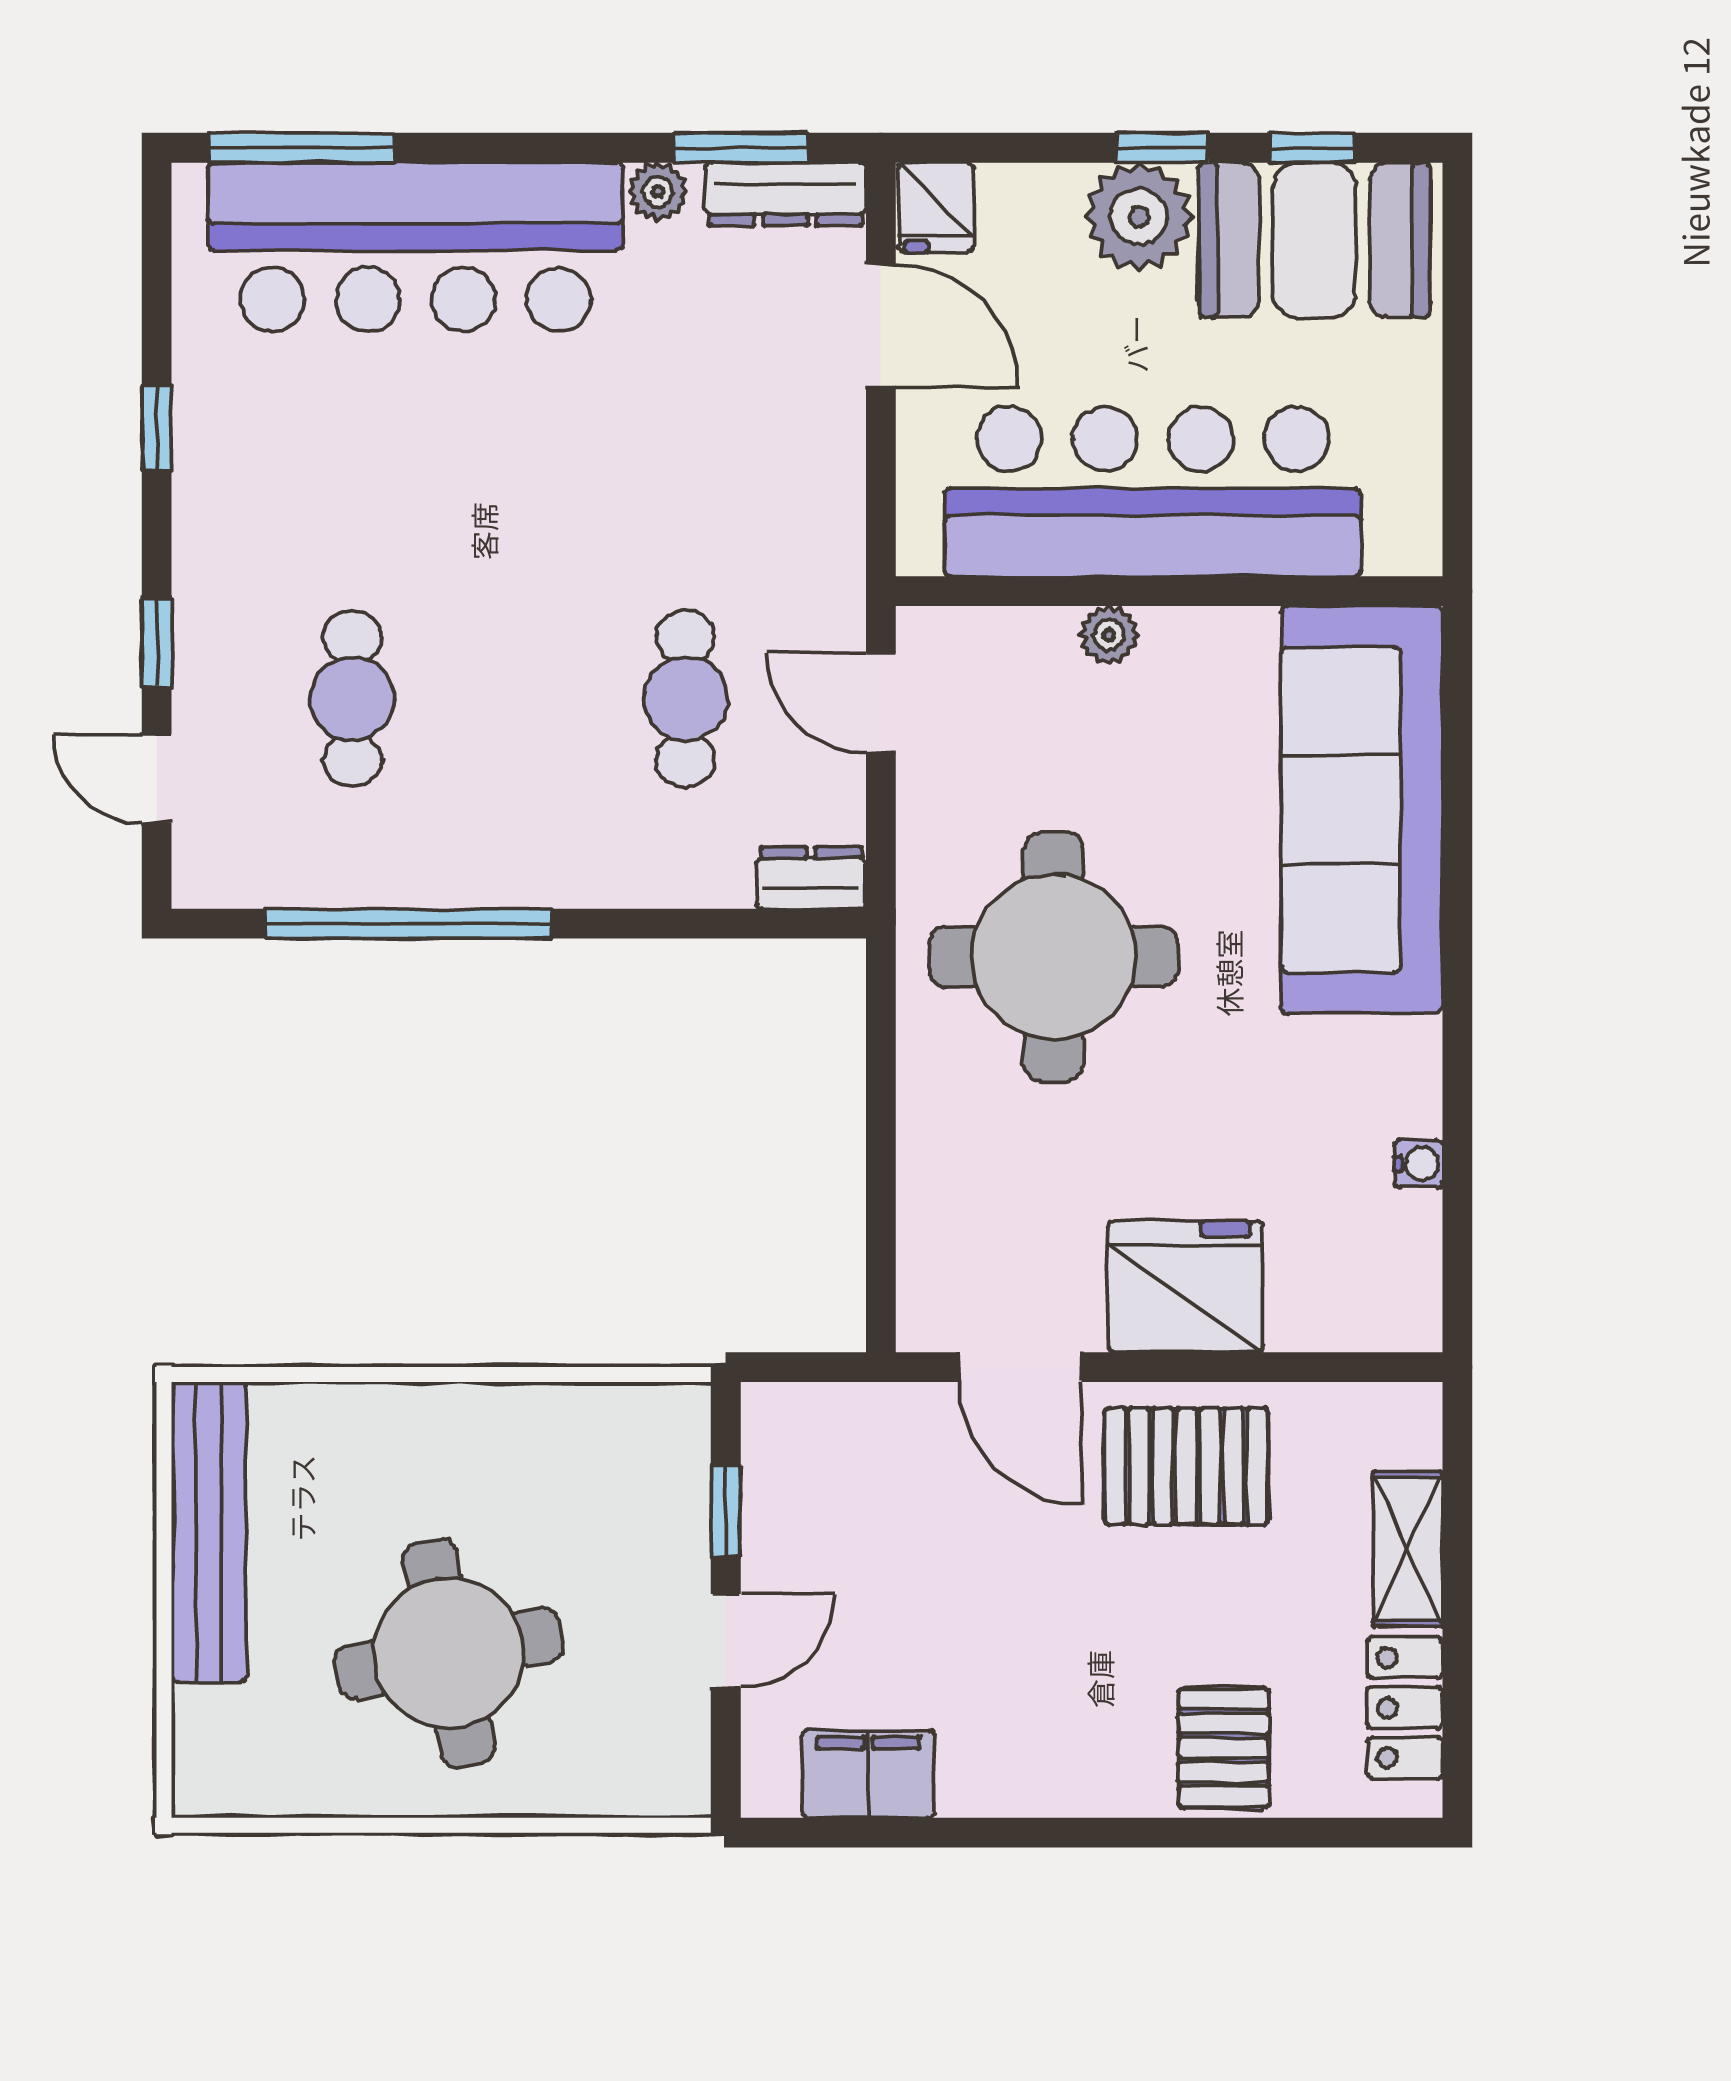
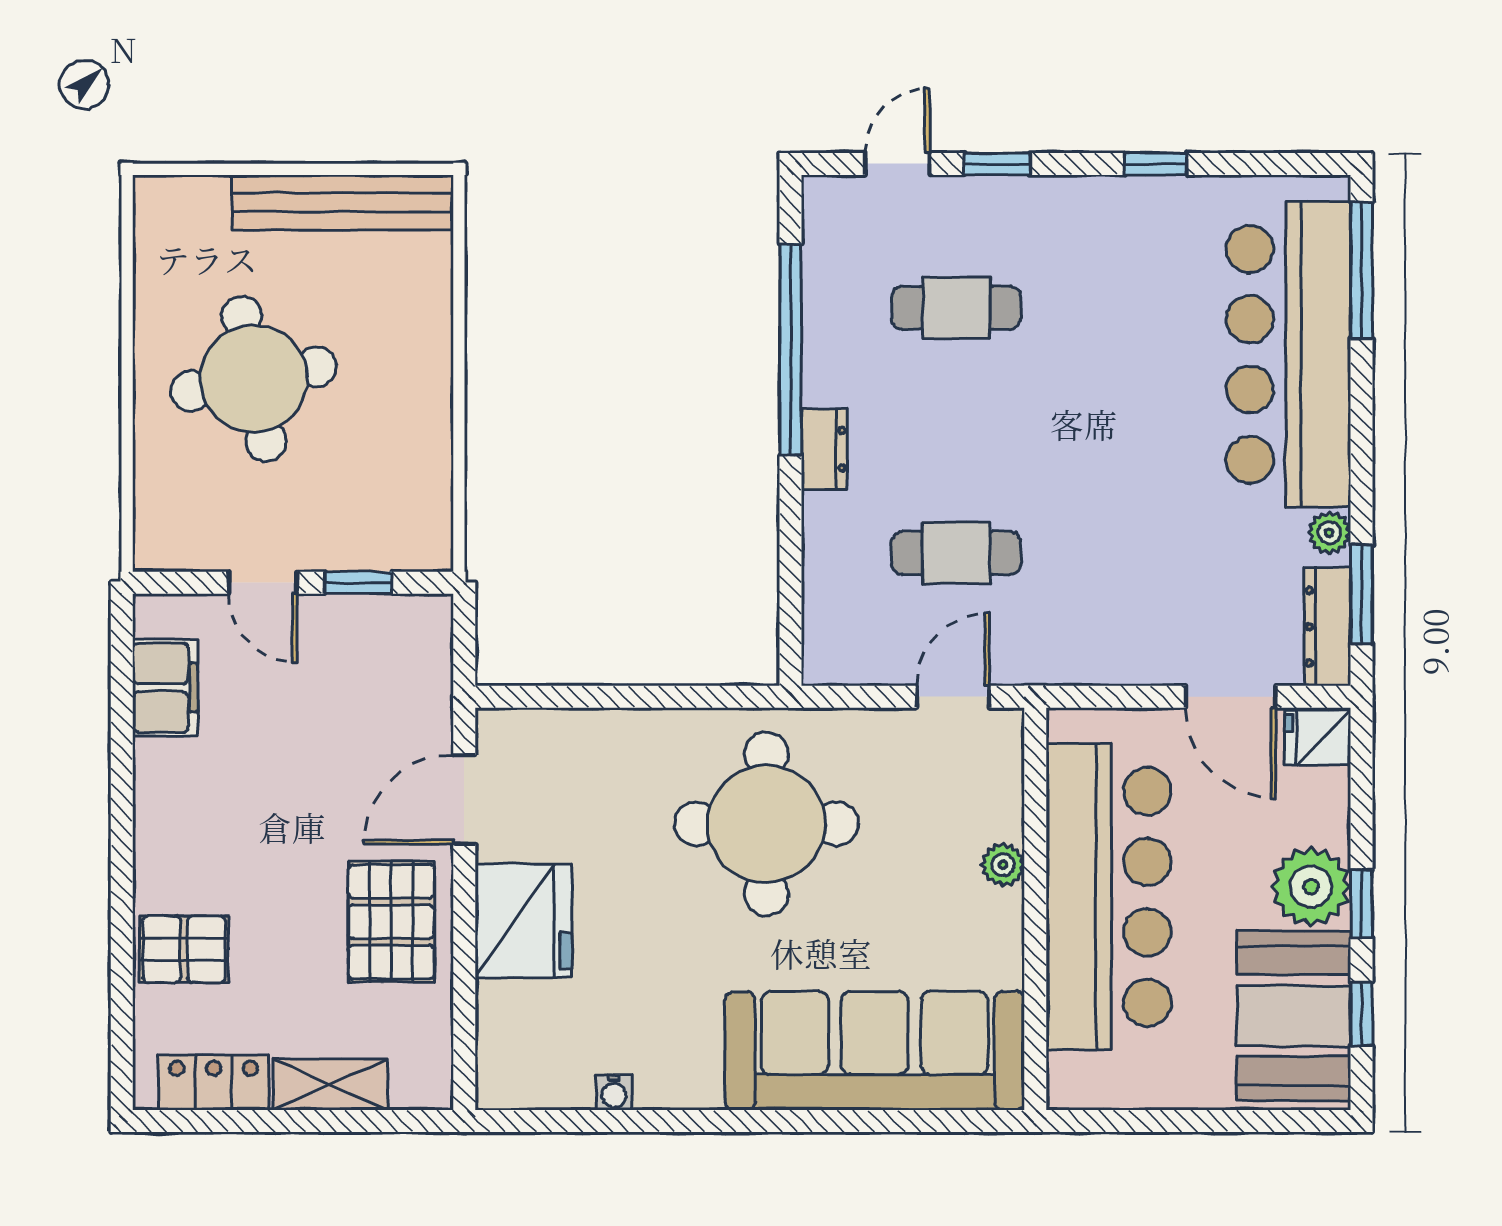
door: (881, 326) -> (1231, 697), hinge flipped
dresser: (811, 878) -> (824, 449), moved

